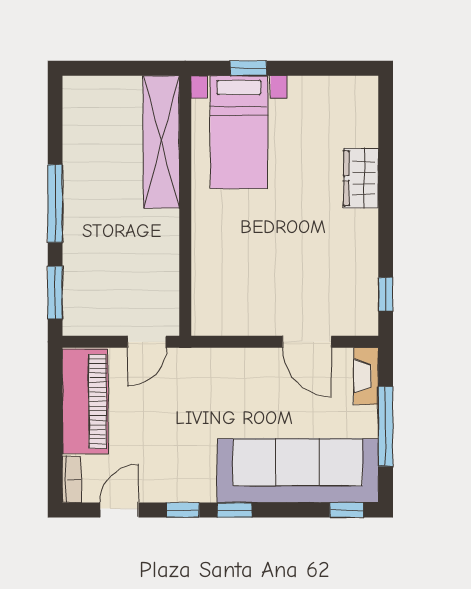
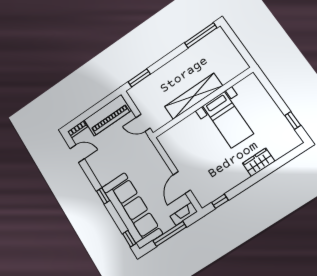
window: (248, 68) -> (293, 120), moved
bed with nightstands: (239, 132) -> (228, 120), moved, turned -90
shelving: (161, 142) -> (193, 96), moved
window: (55, 204) -> (201, 35), moved
window: (183, 510) -> (91, 177), removed

